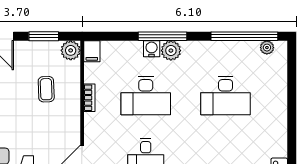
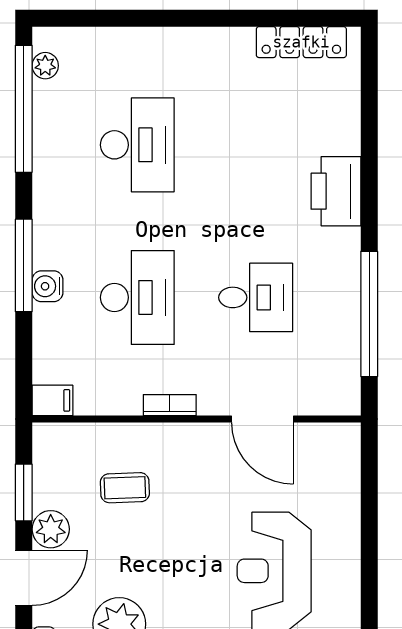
plant: (71, 50) -> (51, 529), moved
plant: (171, 51) -> (51, 249), removed
bookcase: (89, 98) -> (170, 405), moved

